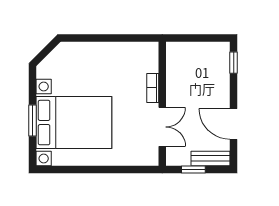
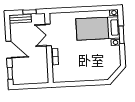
bed with nightstands: (74, 123) -> (98, 28), width x0.73
door: (234, 124) -> (9, 50), moved

